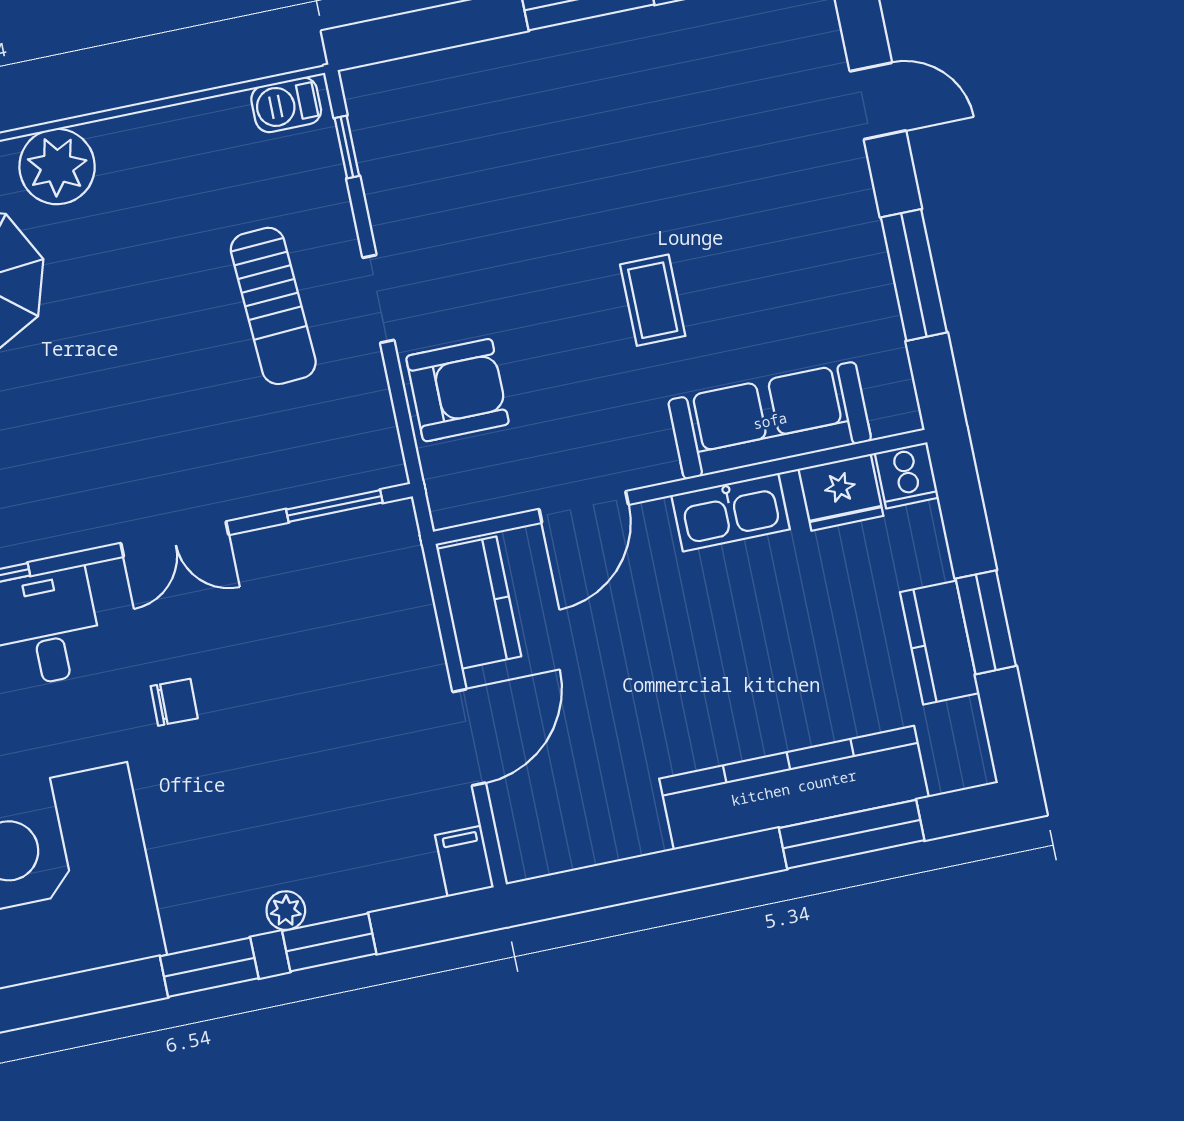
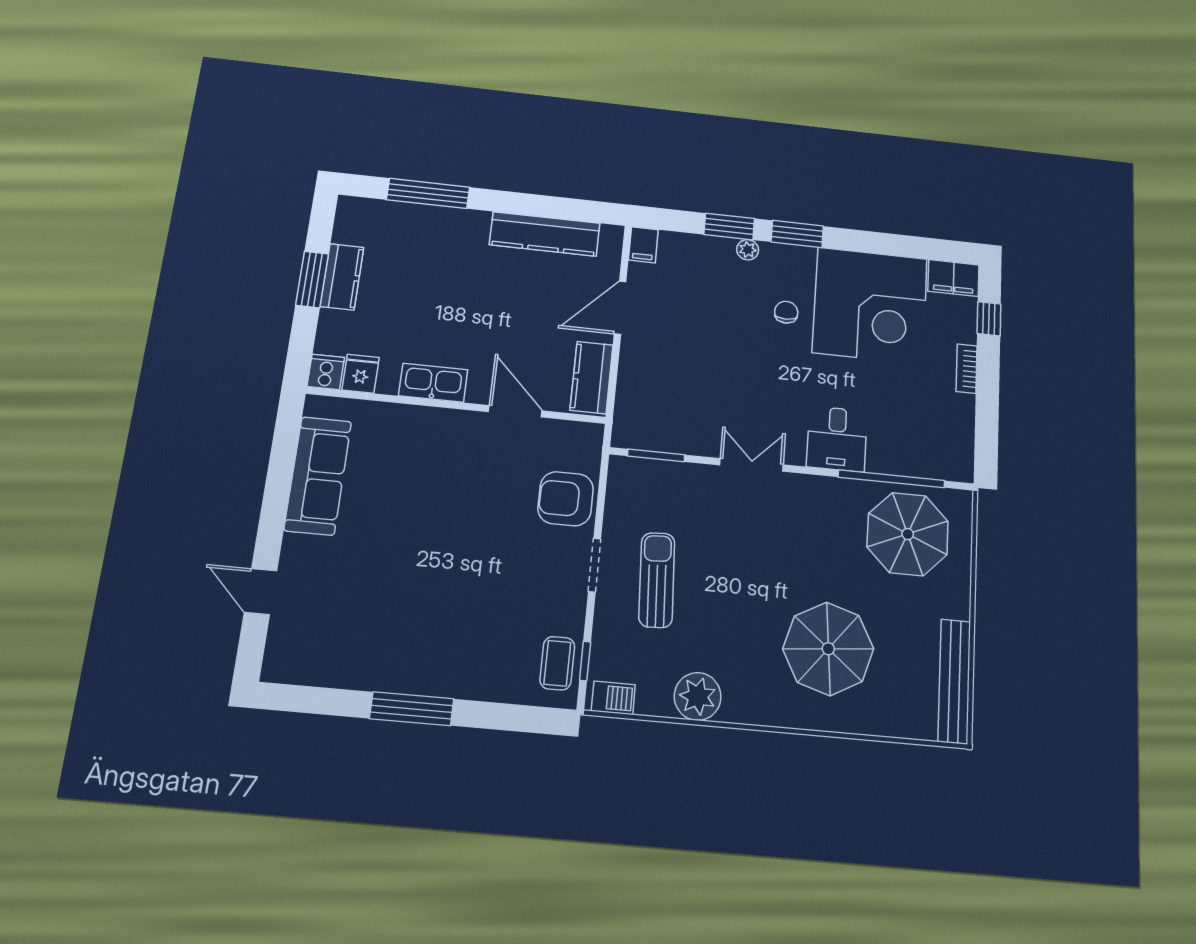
plant: (57, 167) -> (698, 696), moved
window: (914, 275) -> (278, 483), removed
coffee table: (653, 300) -> (557, 663), moved
sofa: (770, 421) -> (318, 476), moved, turned -90
fridge: (841, 492) -> (361, 374), width x0.72
door: (584, 507) -> (515, 411), hinge flipped
chair: (174, 702) -> (786, 312), moved, turned 89
kitchen counter: (794, 788) -> (545, 234), moved, width x0.72, depth x0.86

